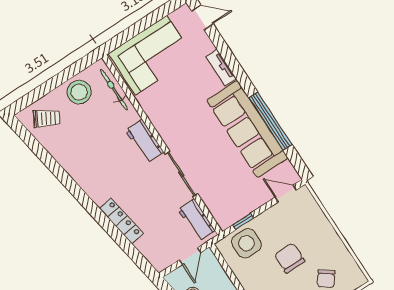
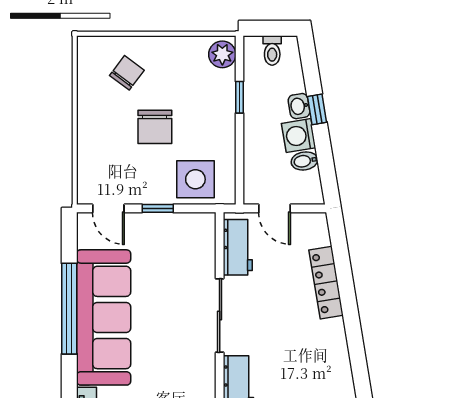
locker: (121, 221) -> (326, 283), moved
window: (243, 221) -> (158, 208), moved
door: (190, 256) -> (275, 208), swing flipped

